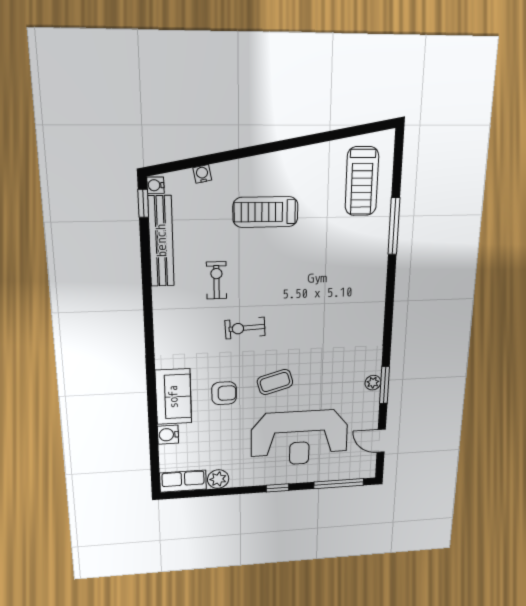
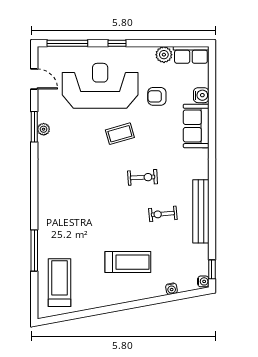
bench: (161, 241) -> (201, 211), moved
exercise bike: (216, 280) -> (163, 214), turned 85
armchair: (224, 393) -> (157, 96), moved

